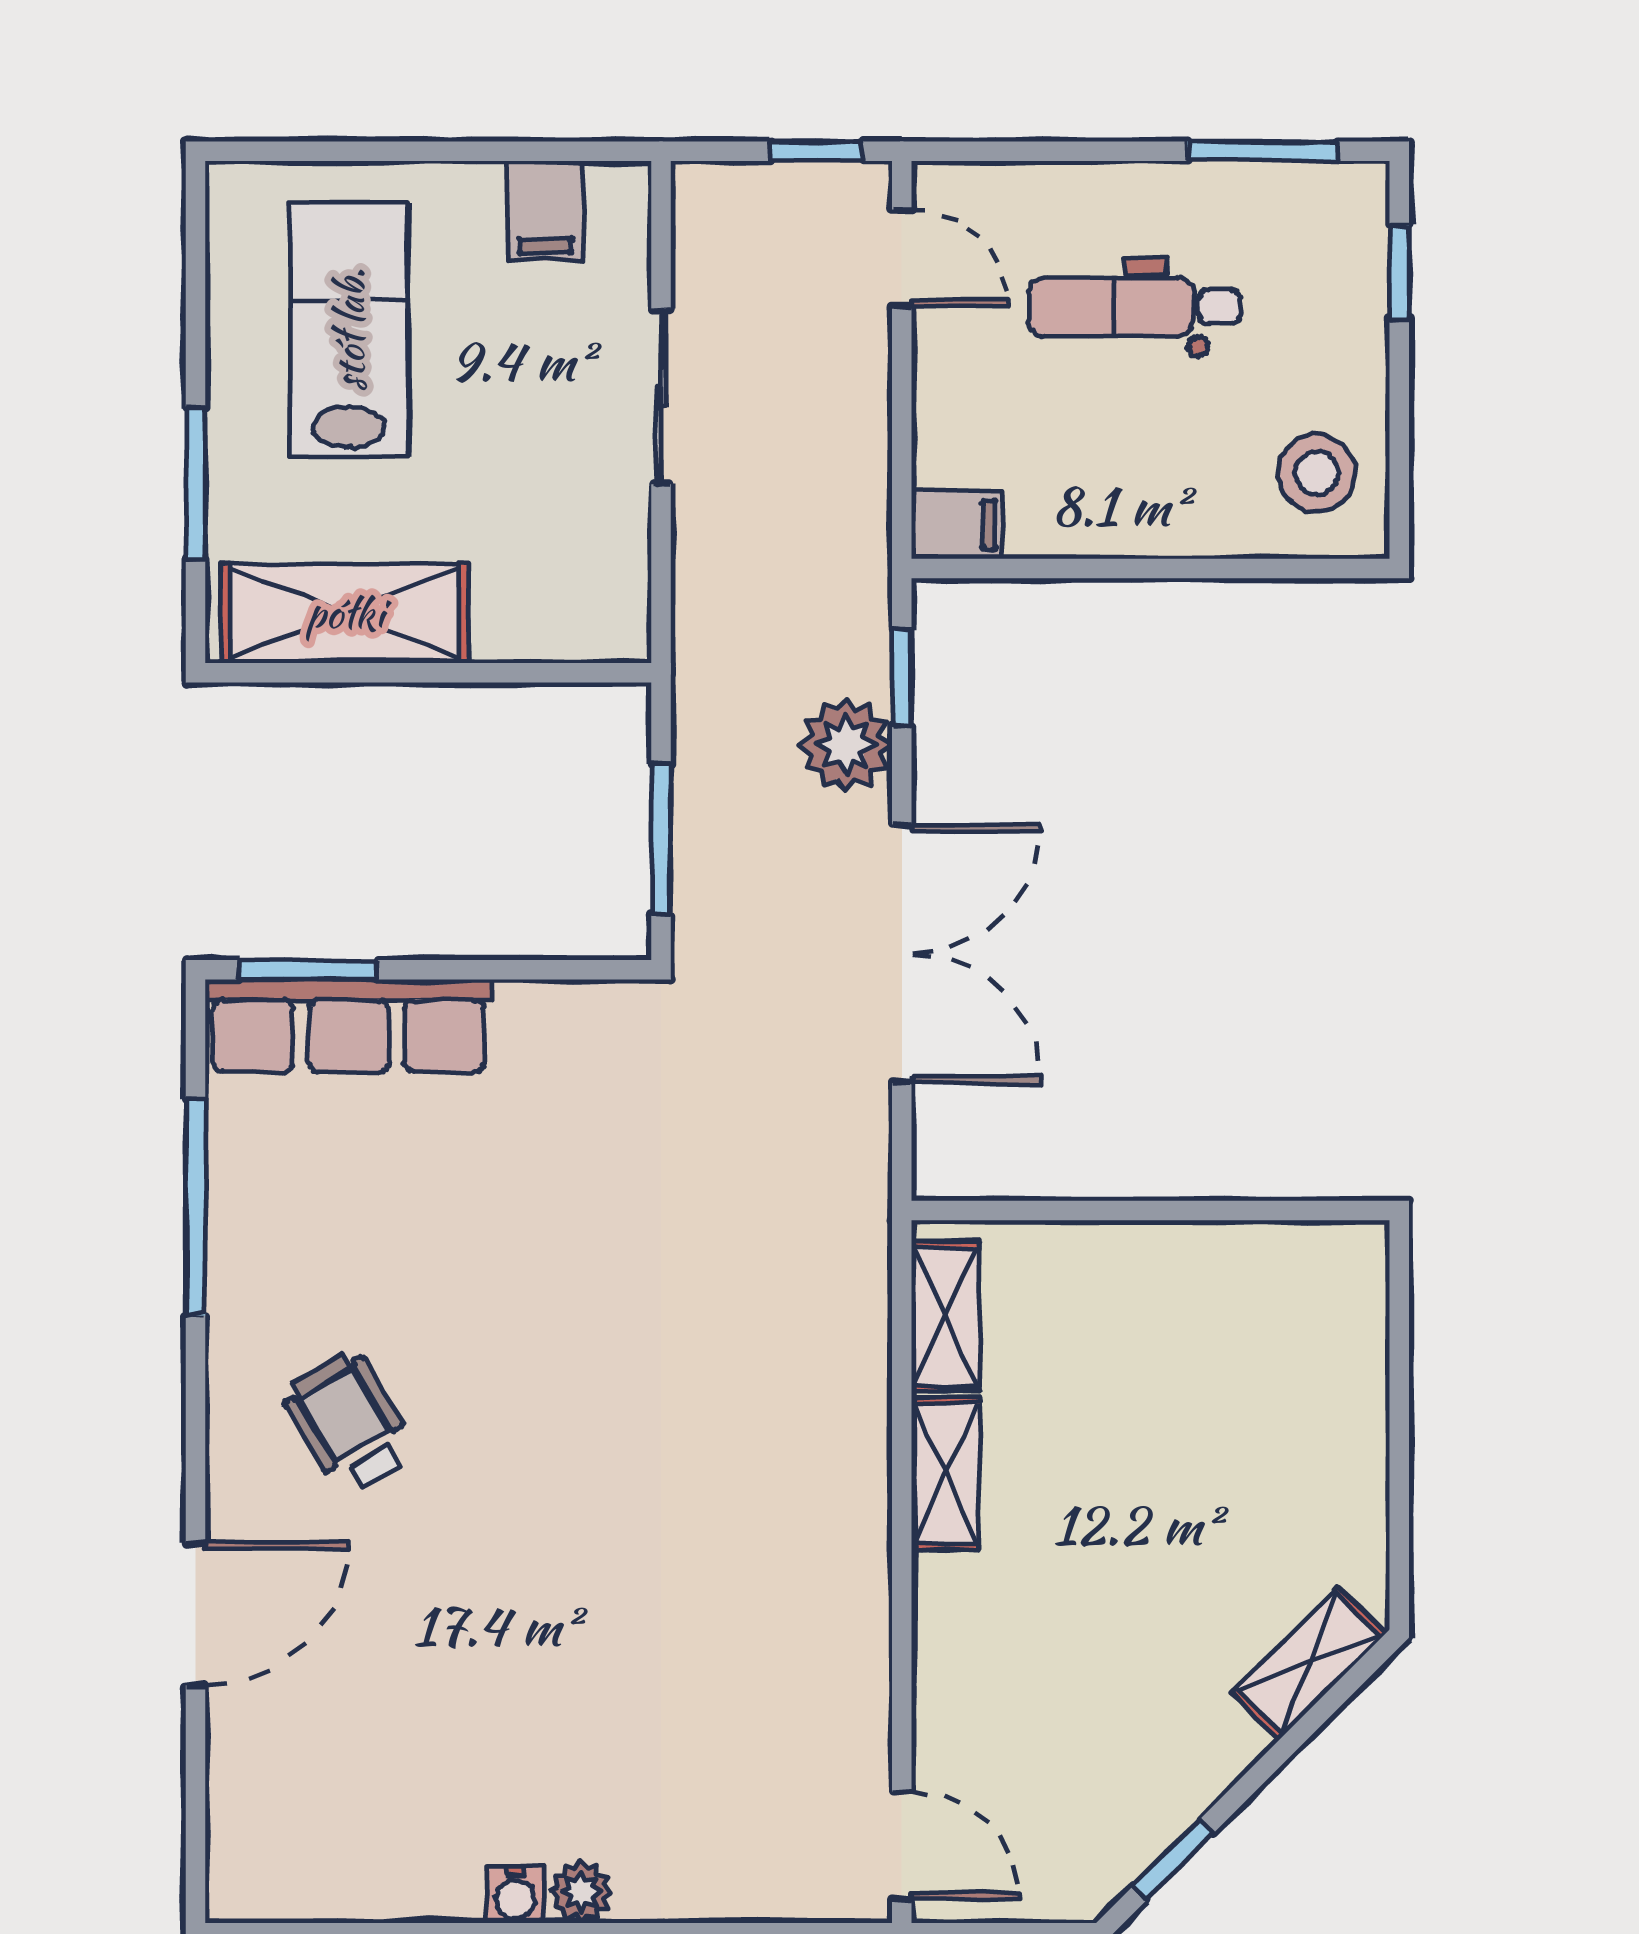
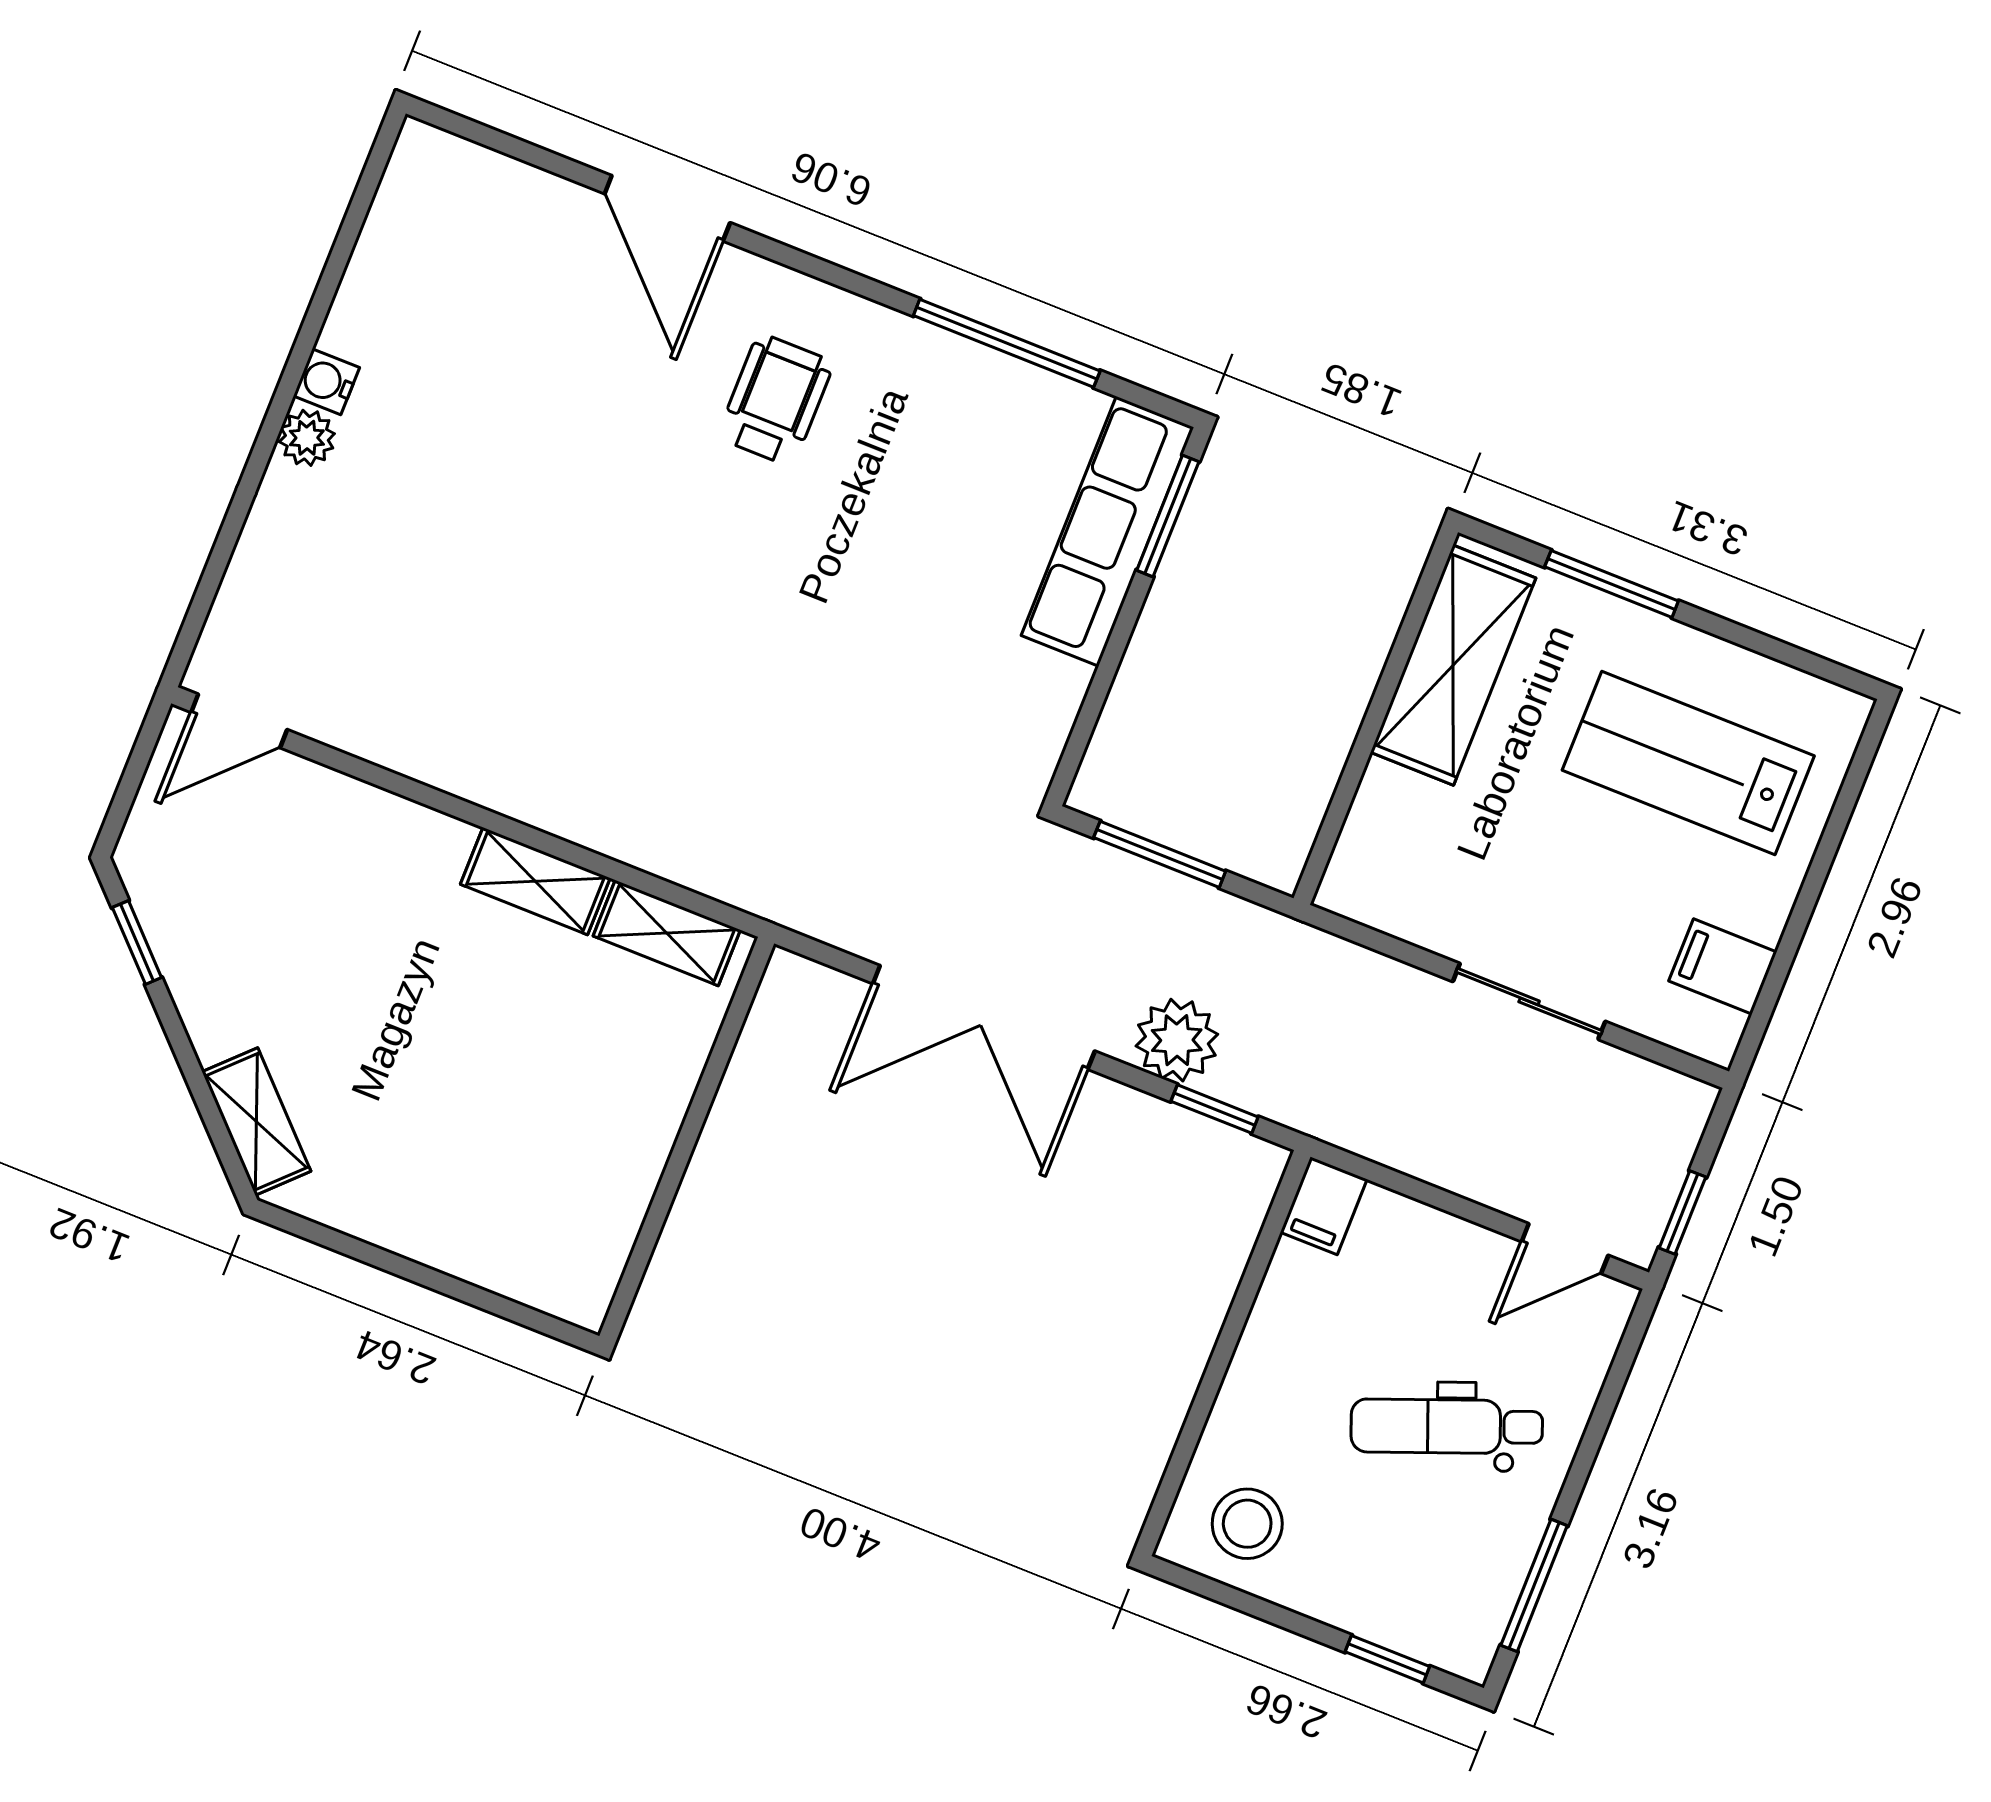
dental chair: (1134, 307) -> (1447, 1426), turned -111
lab bench: (349, 330) -> (1688, 763), turned 180
wheelchair: (349, 1423) -> (776, 400), turned -59

